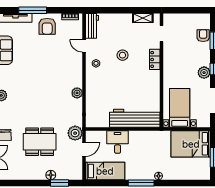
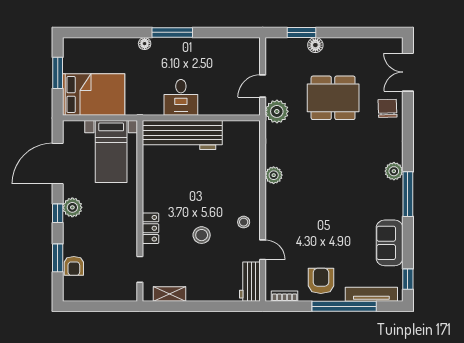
window: (33, 10) -> (344, 306), width x1.46
desk: (118, 142) -> (181, 97), moved
bed: (105, 171) -> (229, 51), removed

